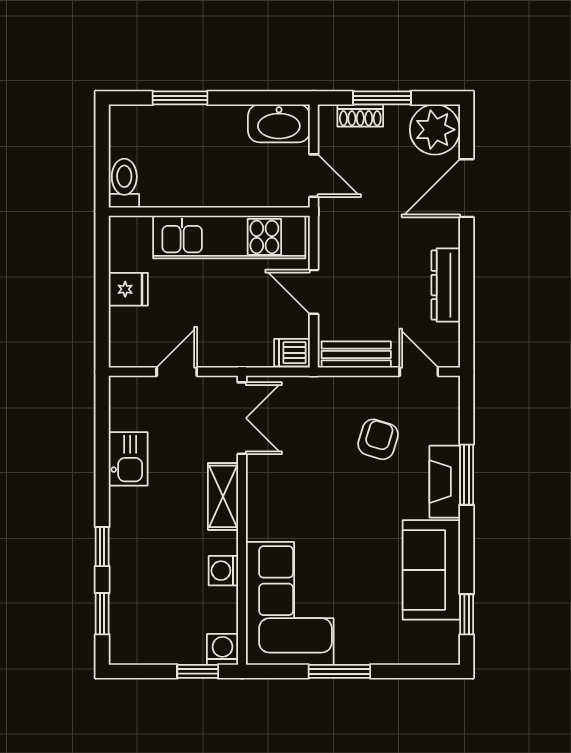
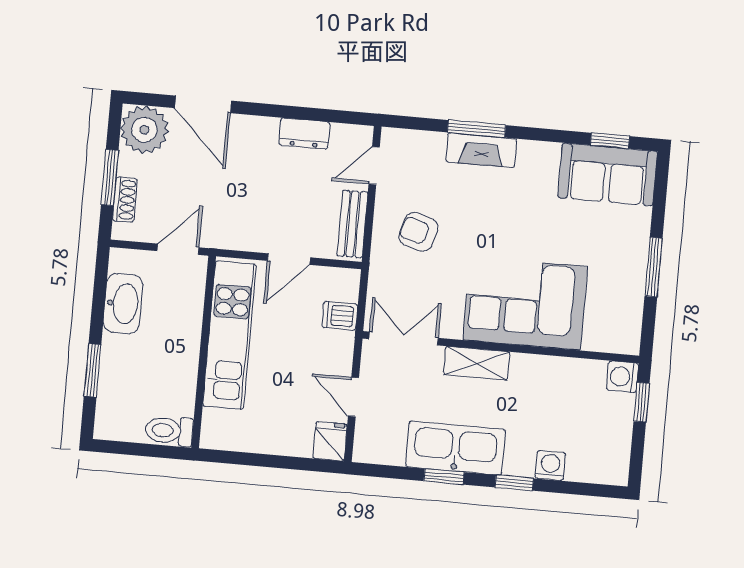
washbasin: (279, 123) -> (123, 304), moved
dresser: (446, 285) -> (304, 134), width x0.70
fridge: (128, 289) -> (330, 441), moved
dishwasher: (292, 353) -> (340, 316), moved, turned 90
armchair: (378, 439) -> (418, 232), moved
kitchen sink: (128, 459) -> (455, 448), width x1.87, depth x1.24
sofa: (431, 570) -> (608, 174), moved
washing machine: (223, 571) -> (550, 466), moved, turned 180
corner sofa: (290, 603) -> (525, 303), moved
window: (102, 614) -> (444, 477), moved

